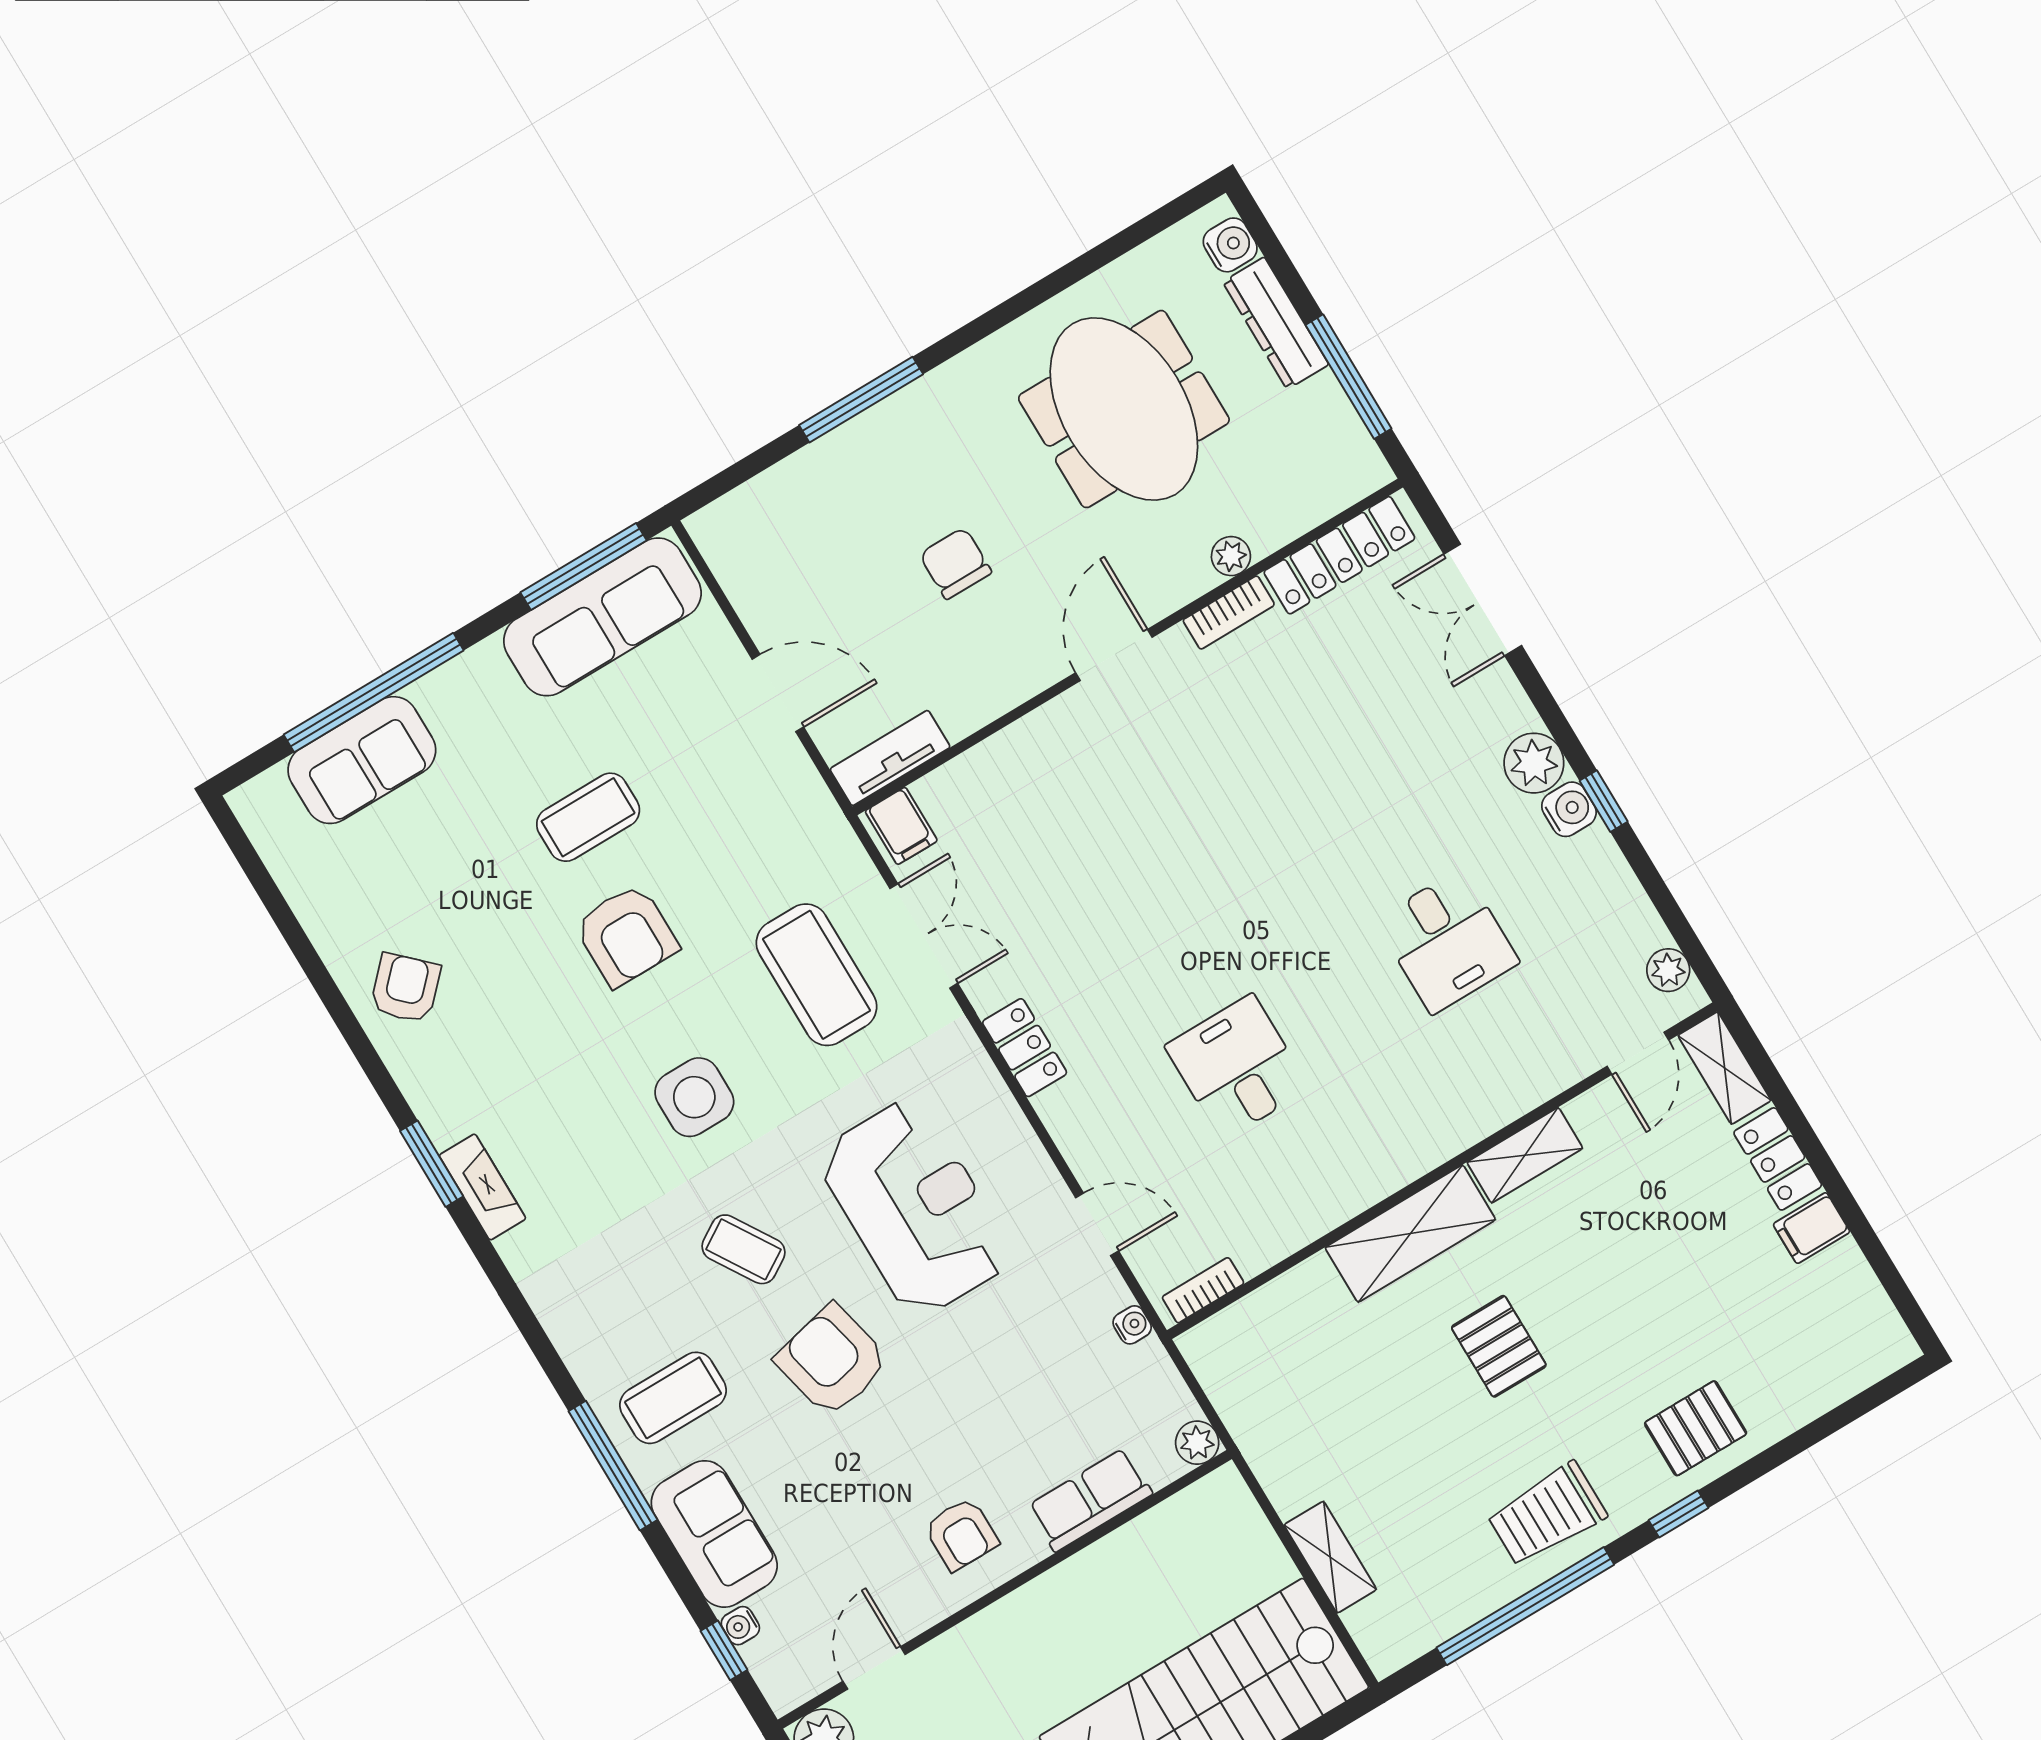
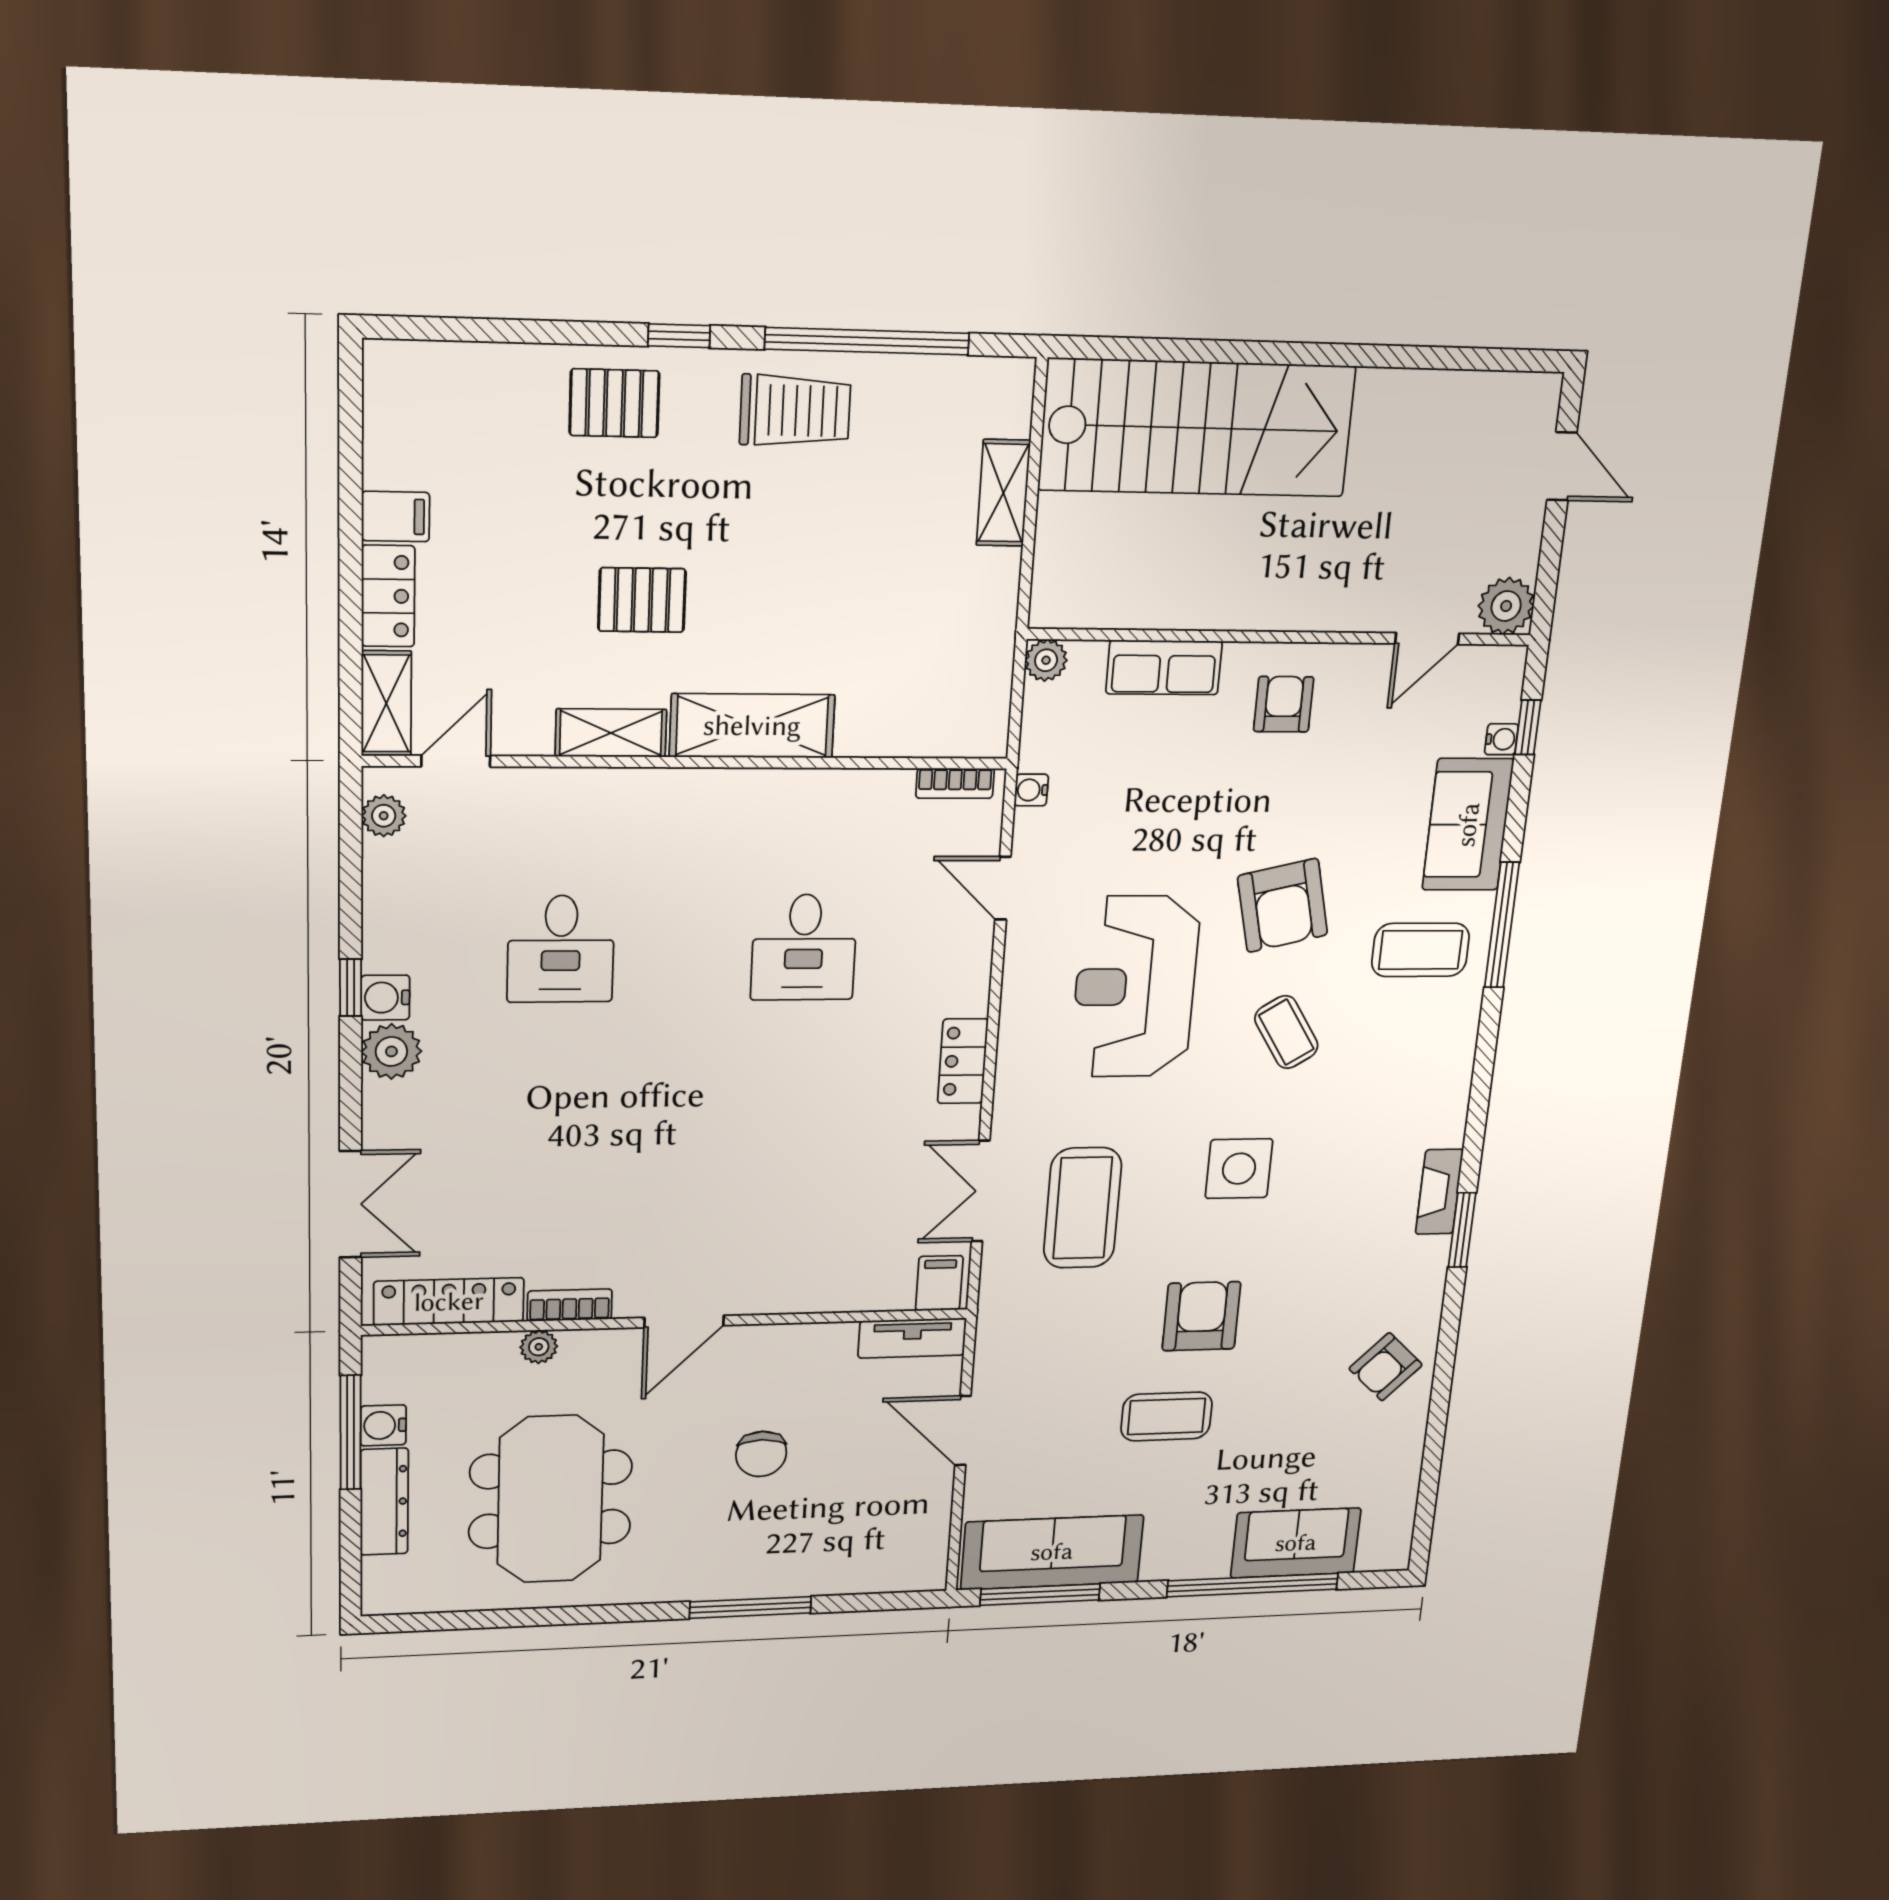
water cooler: (1230, 245) -> (383, 1425), moved
desk: (1447, 941) -> (561, 949), turned 180
pallet: (1499, 1346) -> (642, 600), moved, turned 90

